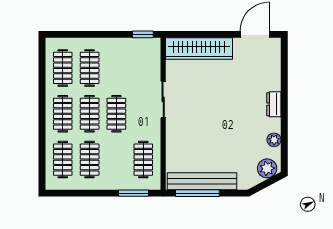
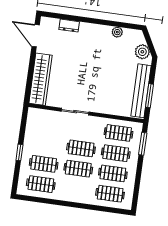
window: (143, 34) -> (19, 152), moved
dresser: (274, 104) -> (69, 26), moved
clothes rail: (63, 114) -> (116, 153), moved
plant: (267, 168) -> (142, 52), moved
window: (197, 193) -> (149, 96), width x0.69

